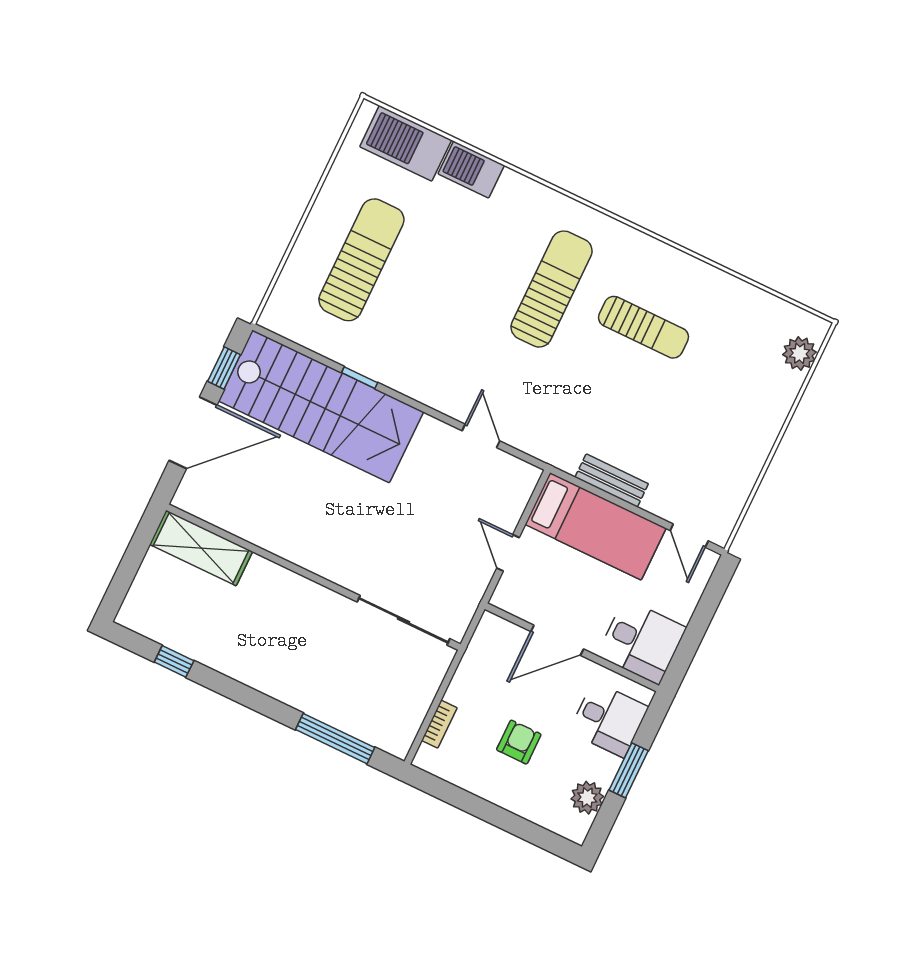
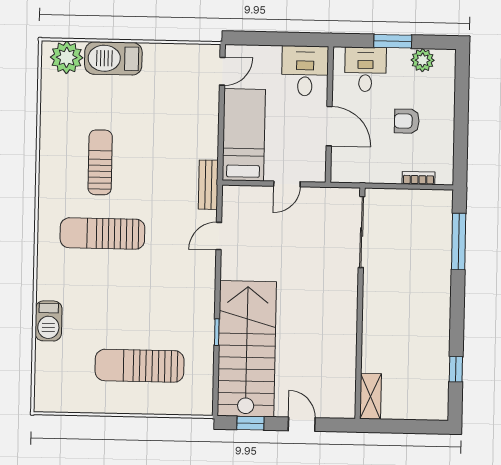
barbecue: (406, 143) -> (113, 58), moved, turned 90
plant: (800, 353) -> (67, 57), width x1.36, depth x1.36
door: (193, 433) -> (302, 424), width x0.53
bench: (612, 481) -> (208, 185), moved
shelving: (201, 548) -> (371, 396), width x0.67, depth x0.75

